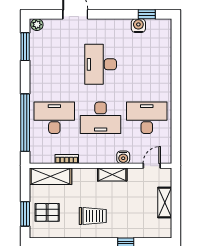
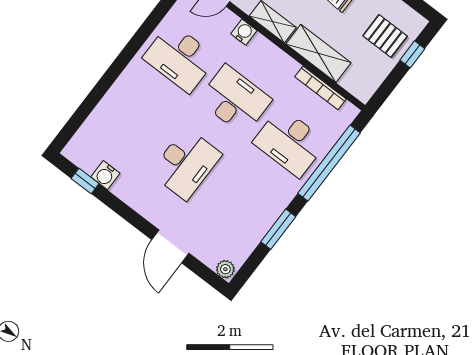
window: (25, 47) -> (278, 229), moved
bookcase: (67, 159) -> (320, 88), width x1.56
shelving: (51, 176) -> (318, 53), moved
window: (25, 214) -> (412, 54), width x0.67

